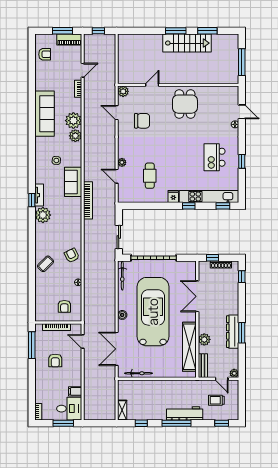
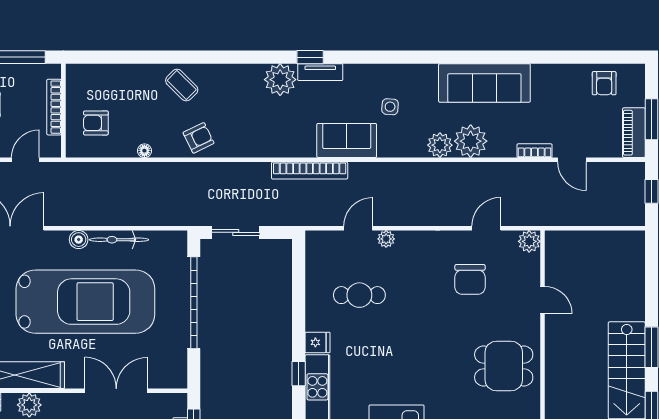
bicycle: (122, 276) -> (119, 240), moved

